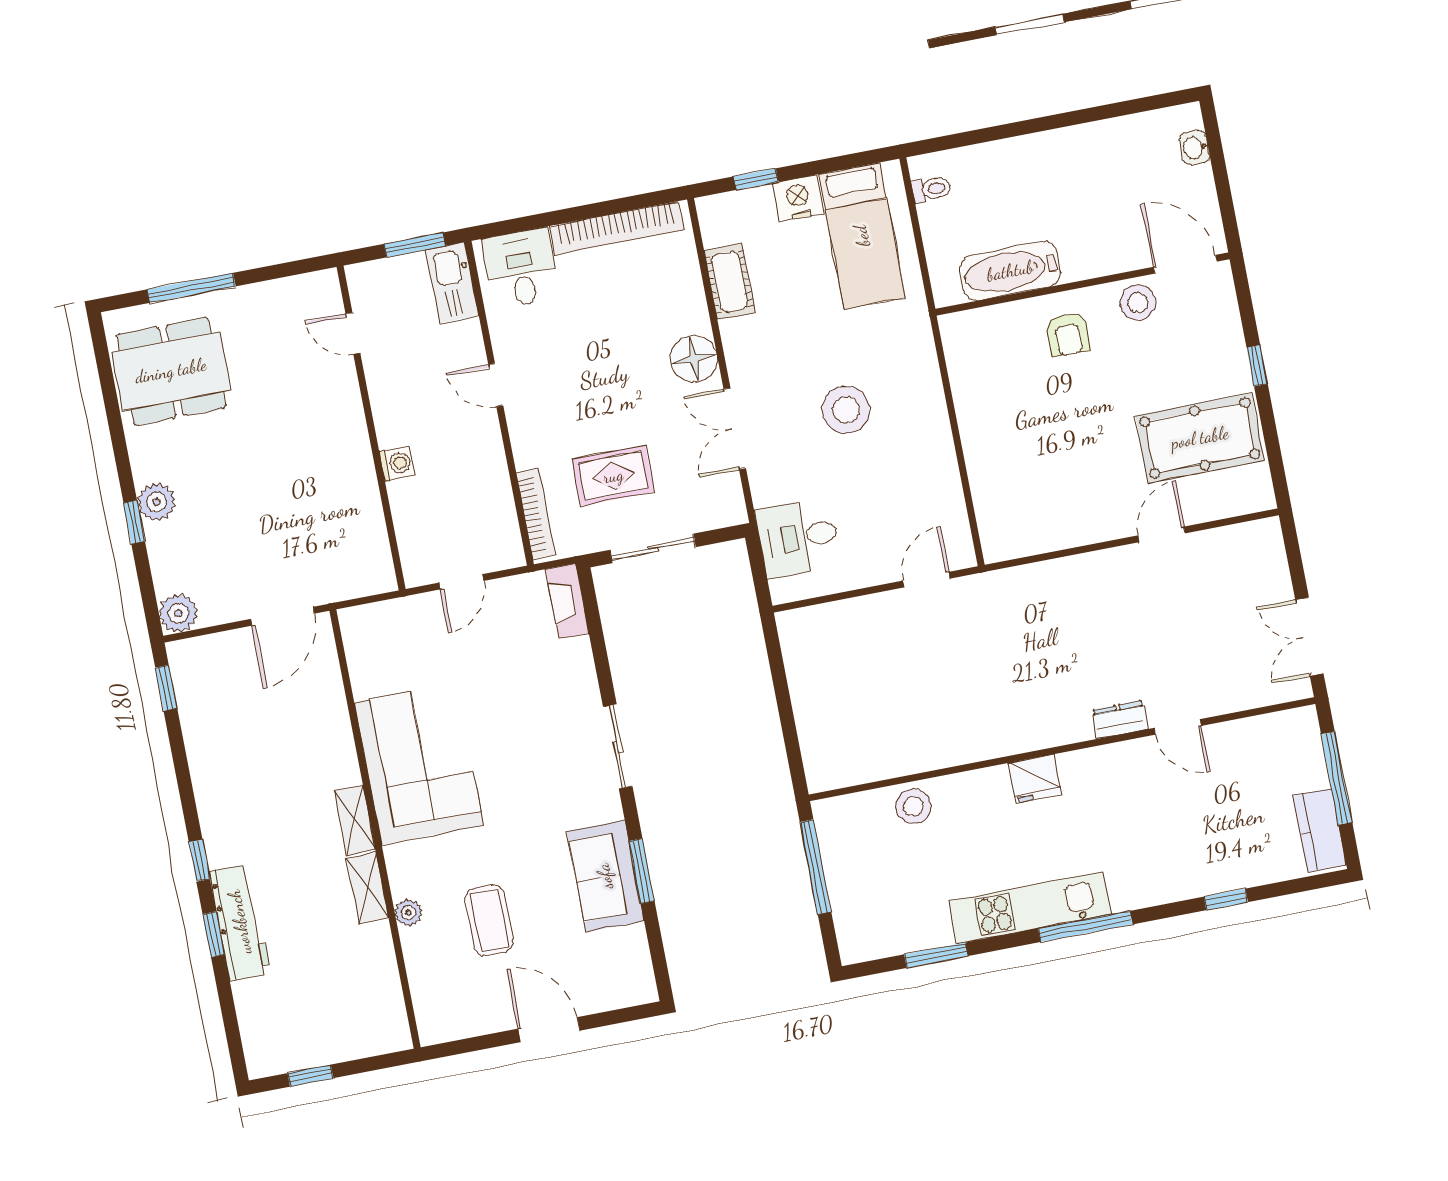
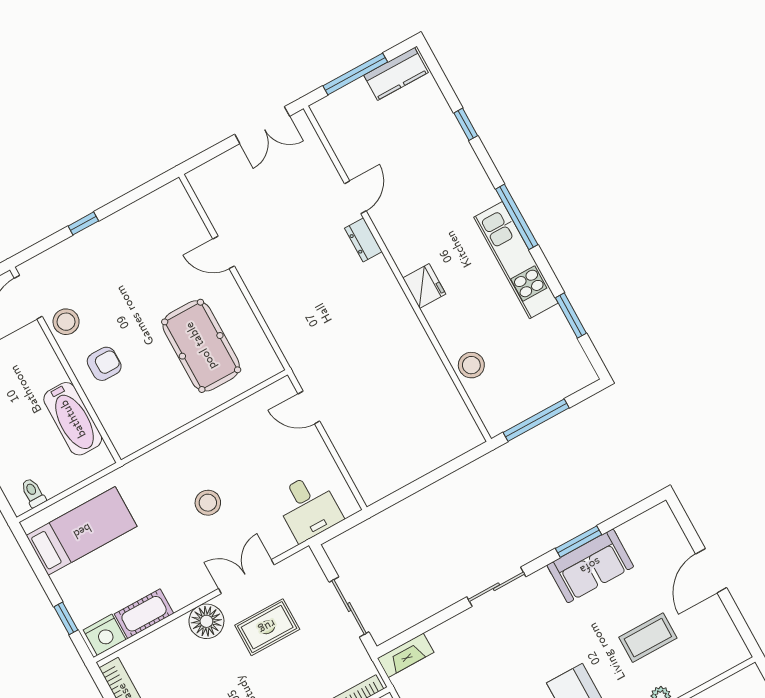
nightstand: (798, 198) -> (105, 635), moved, turned -90
stool: (846, 410) -> (208, 503), width x0.73, depth x0.73
double door: (735, 429) -> (246, 577), swing flipped
pool table: (1200, 438) -> (201, 346), moved
rug: (613, 476) -> (267, 627), moved, turned 90

